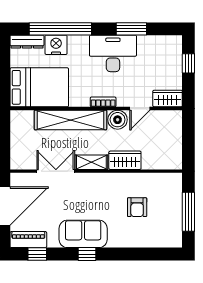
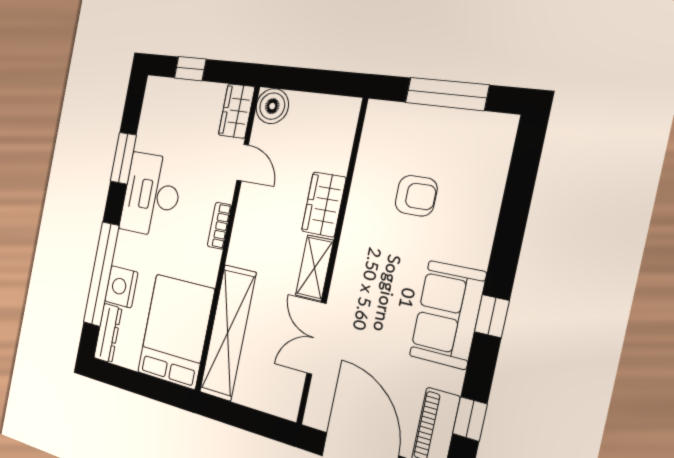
shelving: (71, 120) -> (228, 333), moved
boiler: (118, 120) -> (272, 106), moved

